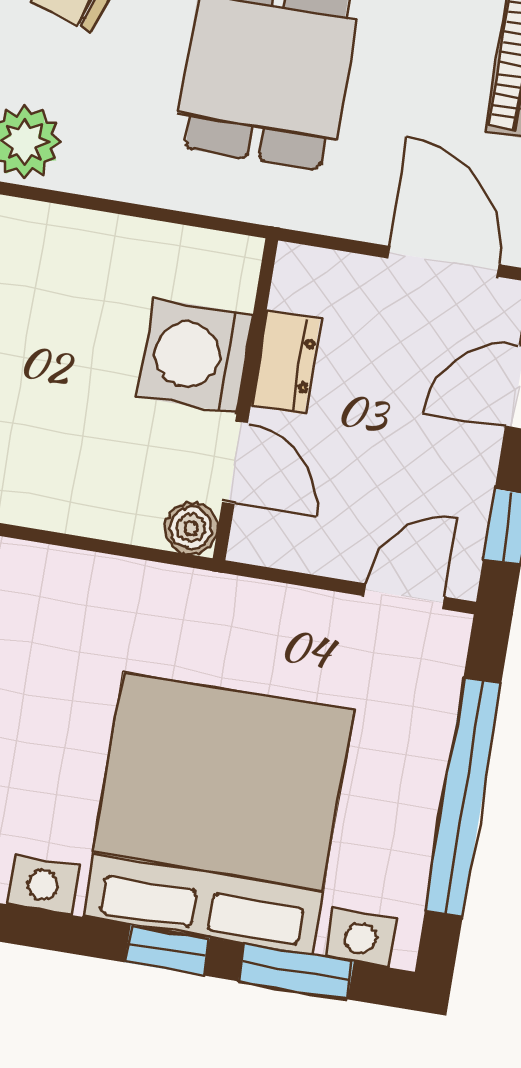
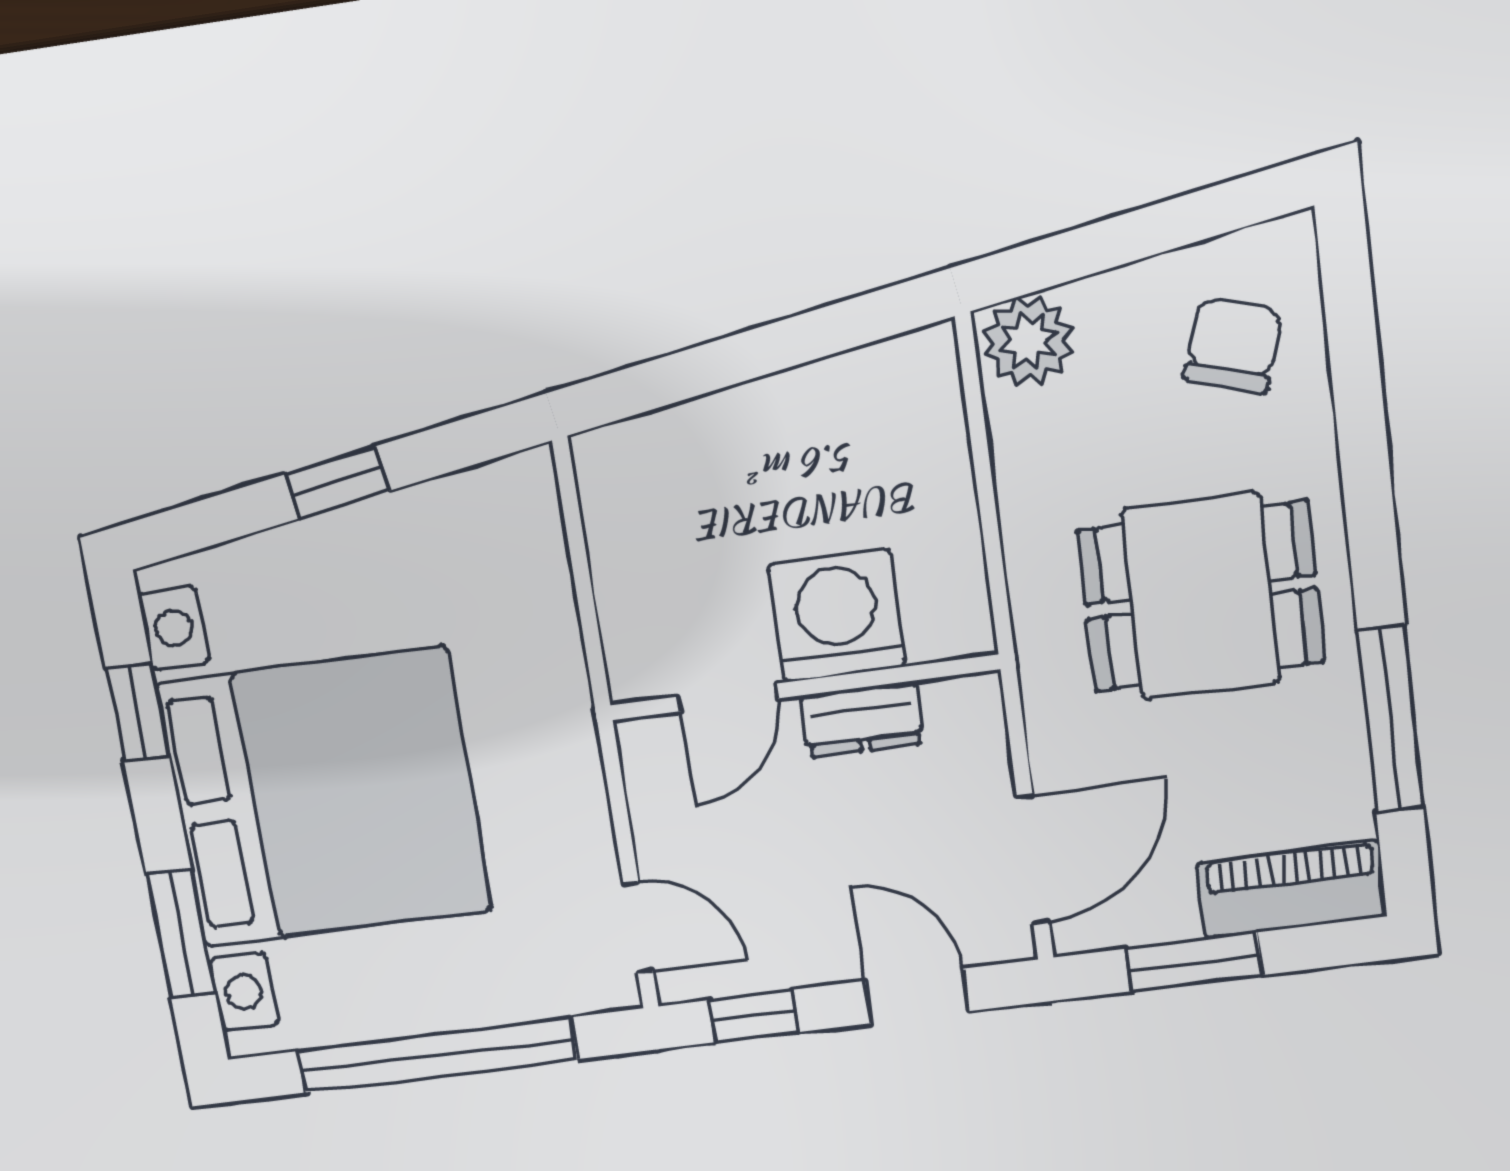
boiler: (191, 528) -> (636, 671), removed
window: (167, 950) -> (137, 712), moved

